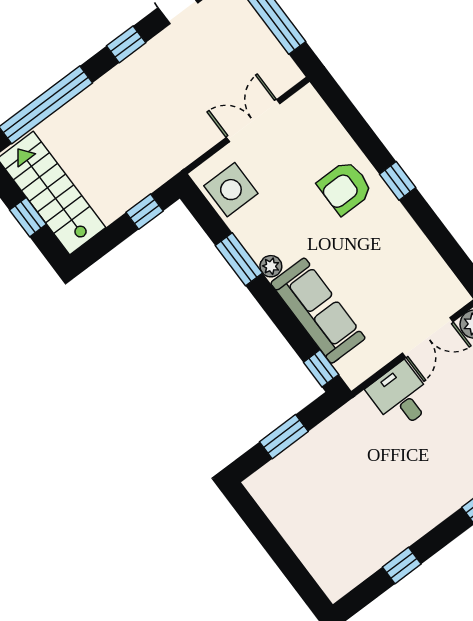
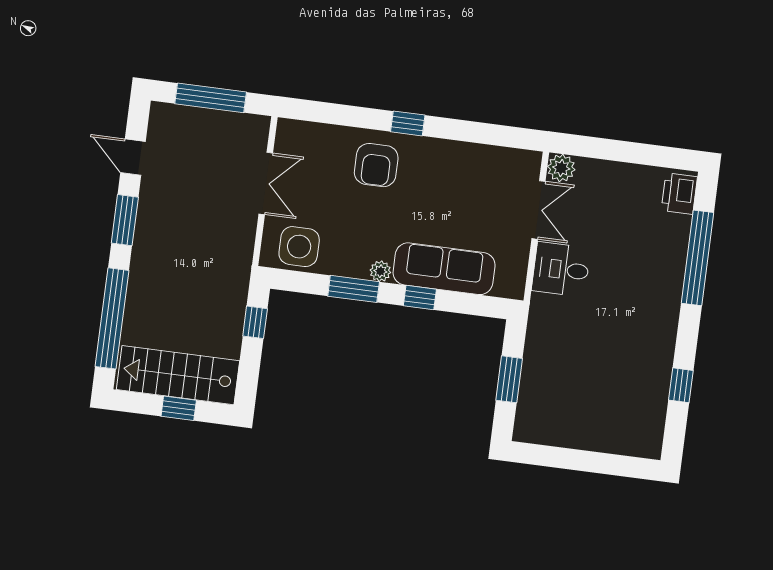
window: (126, 44) -> (125, 220), width x1.50
double door: (253, 121) -> (266, 183), swing flipped
window: (321, 368) -> (420, 298), moved

